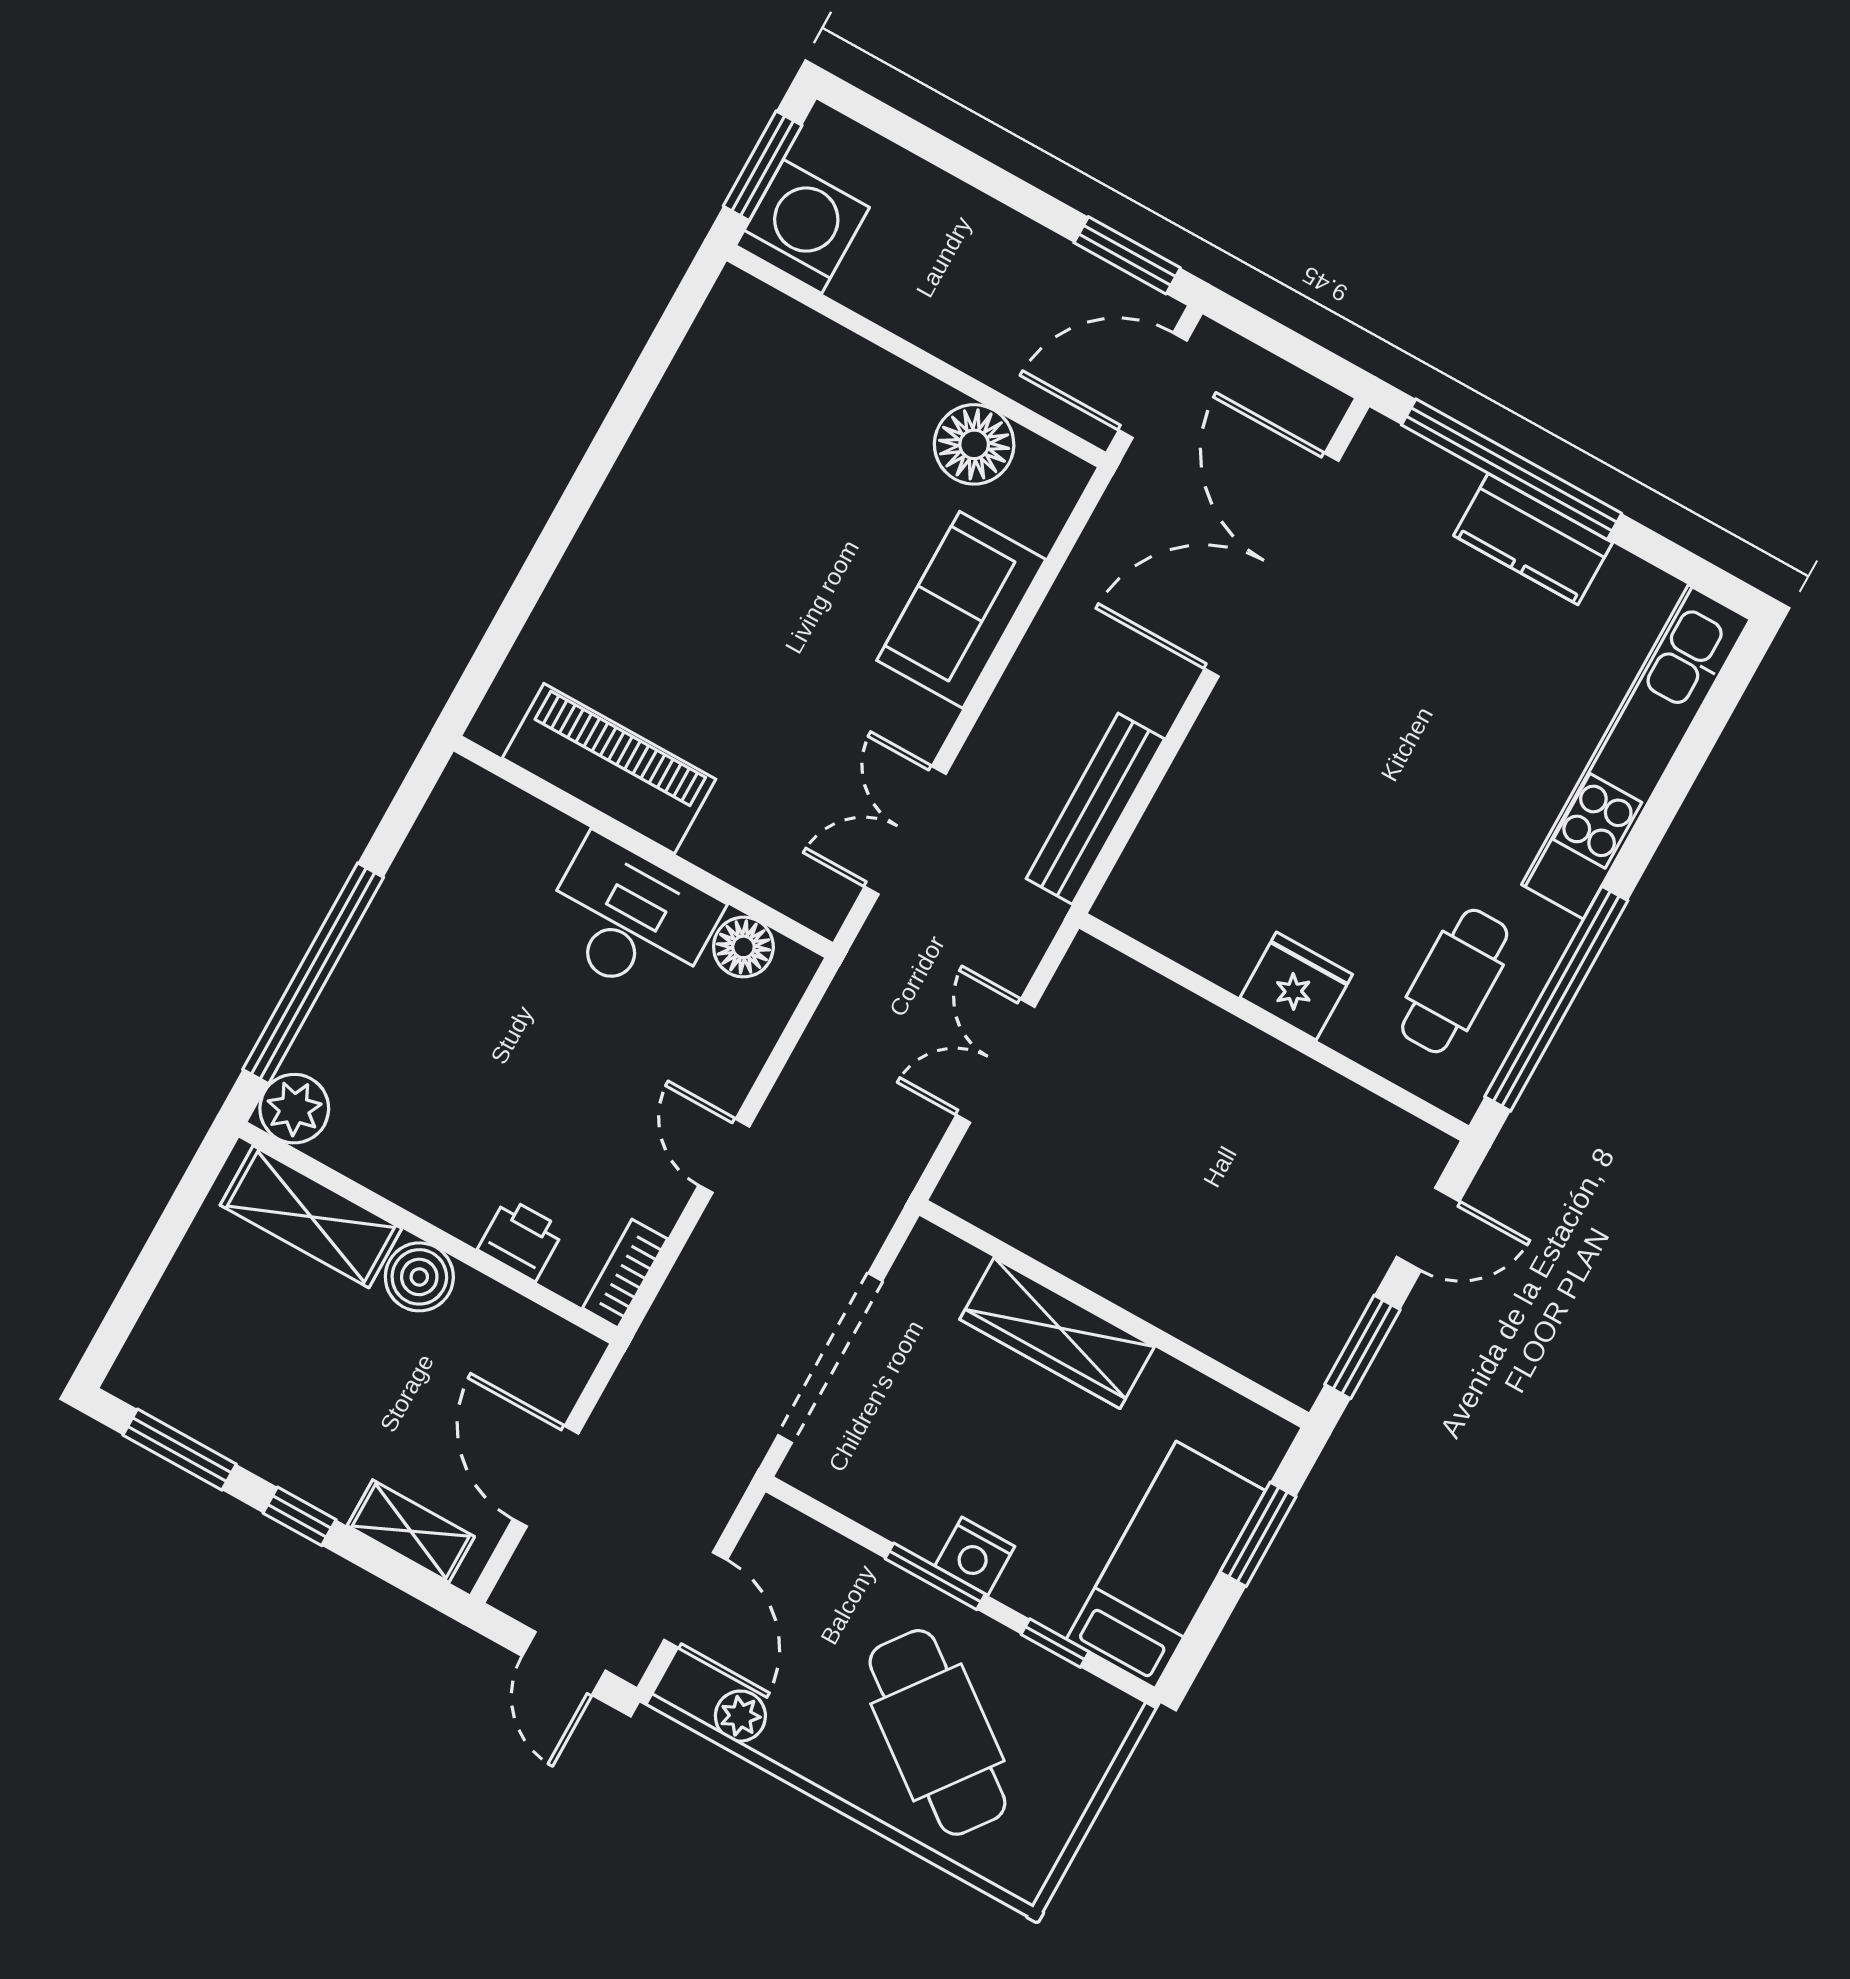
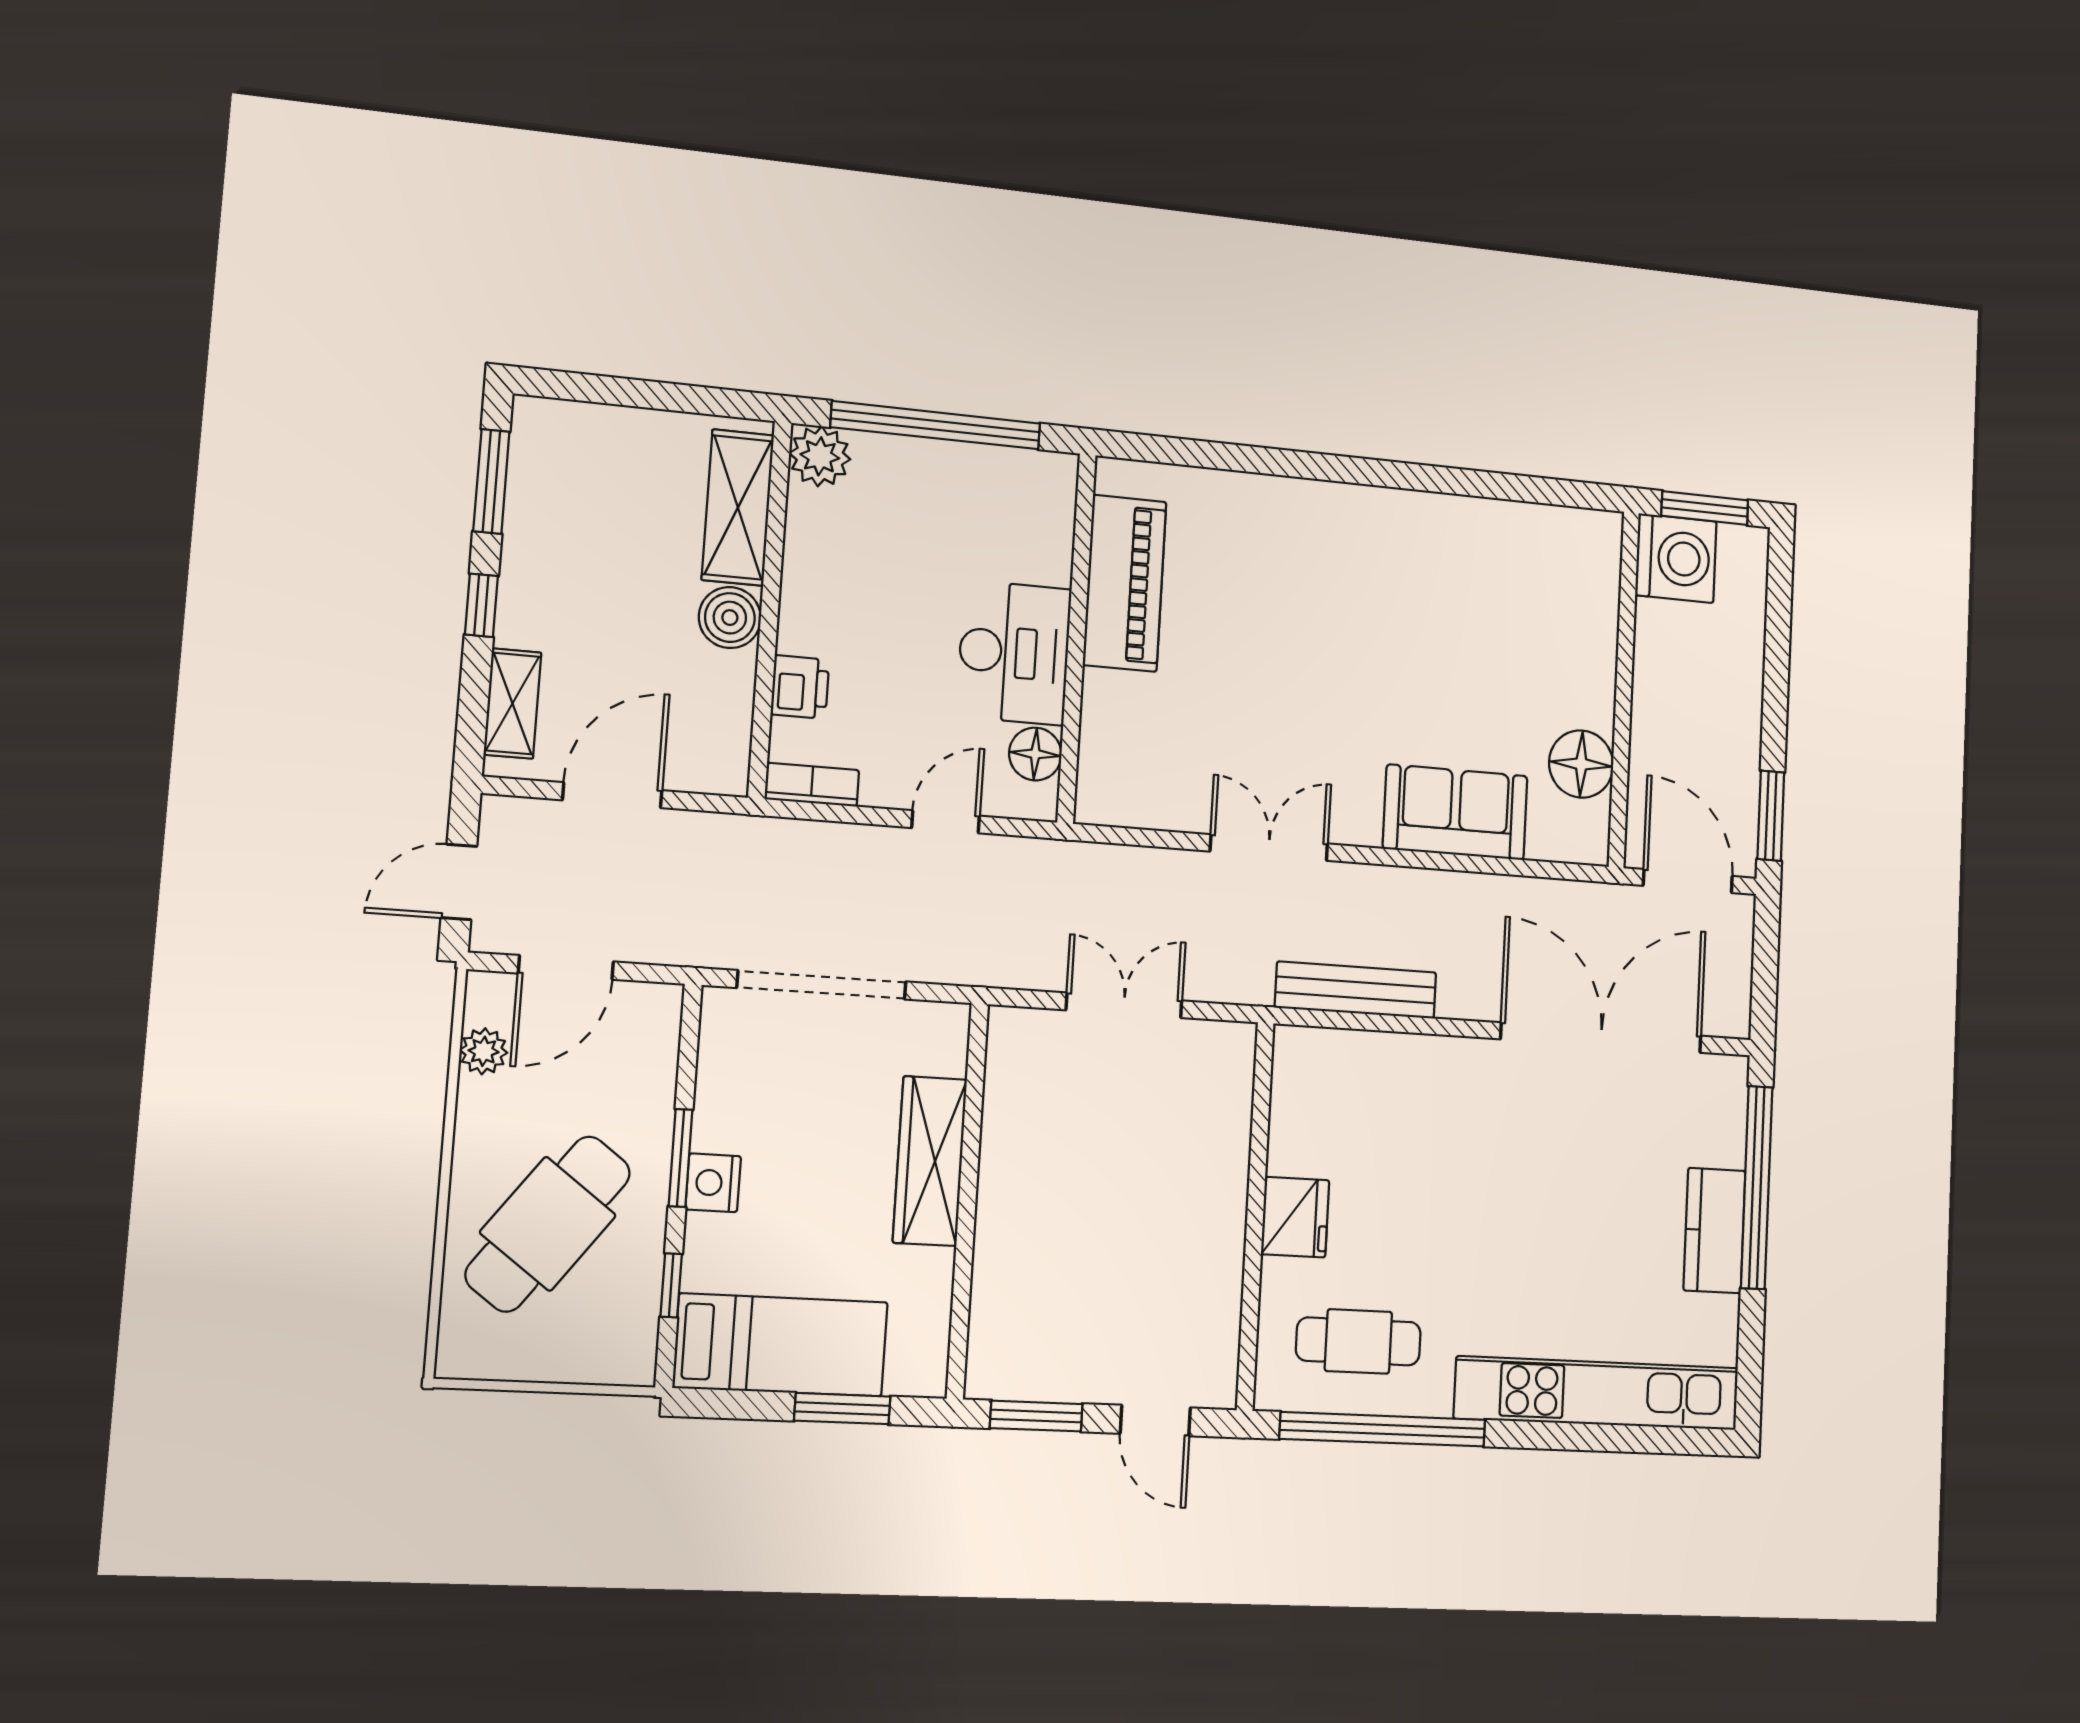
piano: (609, 769) -> (1125, 583), moved
wall: (643, 847) -> (1077, 638), moved
desk: (630, 920) -> (1014, 653), moved
floor lamp: (743, 947) -> (1035, 754), moved

